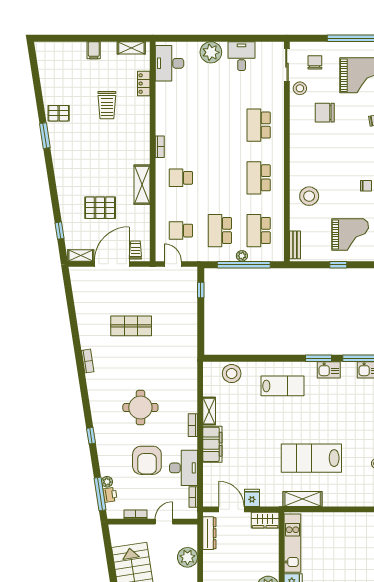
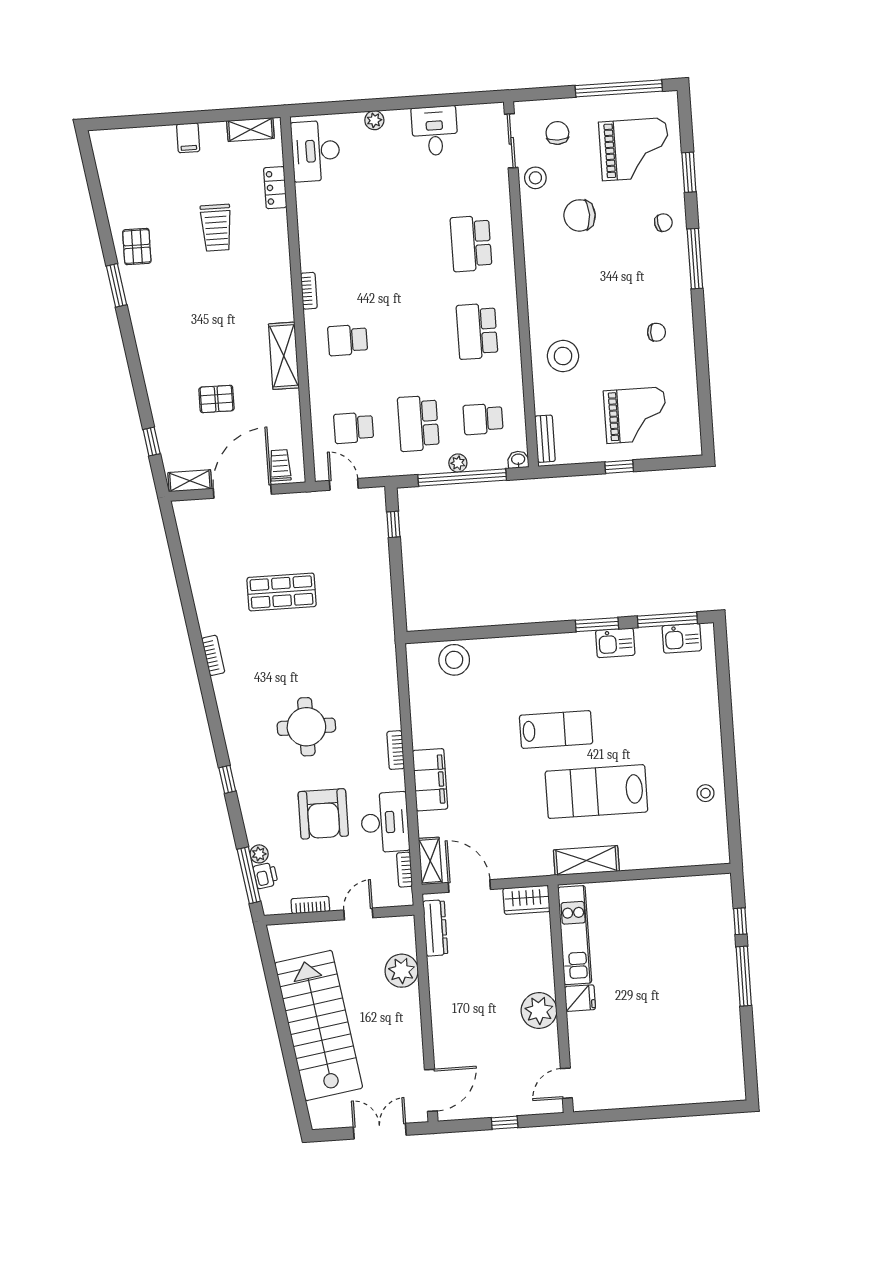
plant: (211, 52) -> (374, 120), width x0.53, depth x0.53
pallet: (59, 113) -> (137, 247), turned 90
pallet: (100, 208) -> (216, 399), width x0.67, depth x0.71
school desk: (259, 231) -> (483, 419), width x0.54
washbasin: (278, 256) -> (518, 460), added
lab bench: (283, 386) -> (556, 729), moved
shelving: (209, 411) -> (430, 861), moved
fridge: (252, 498) -> (502, 865), removed

